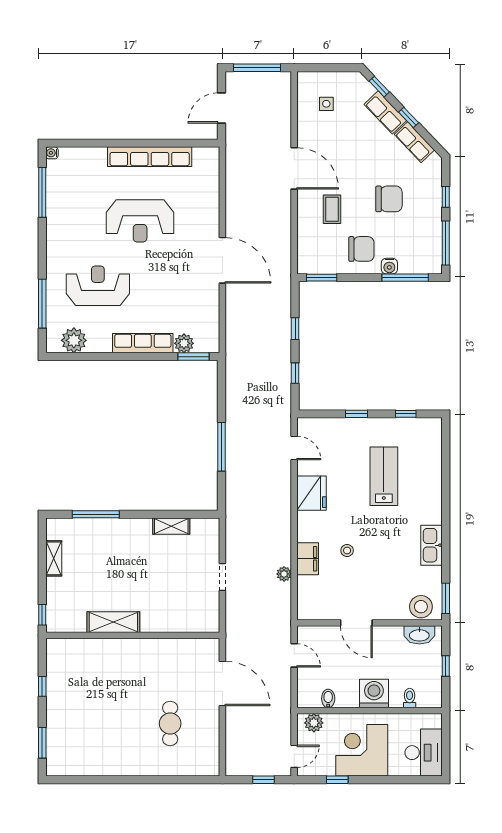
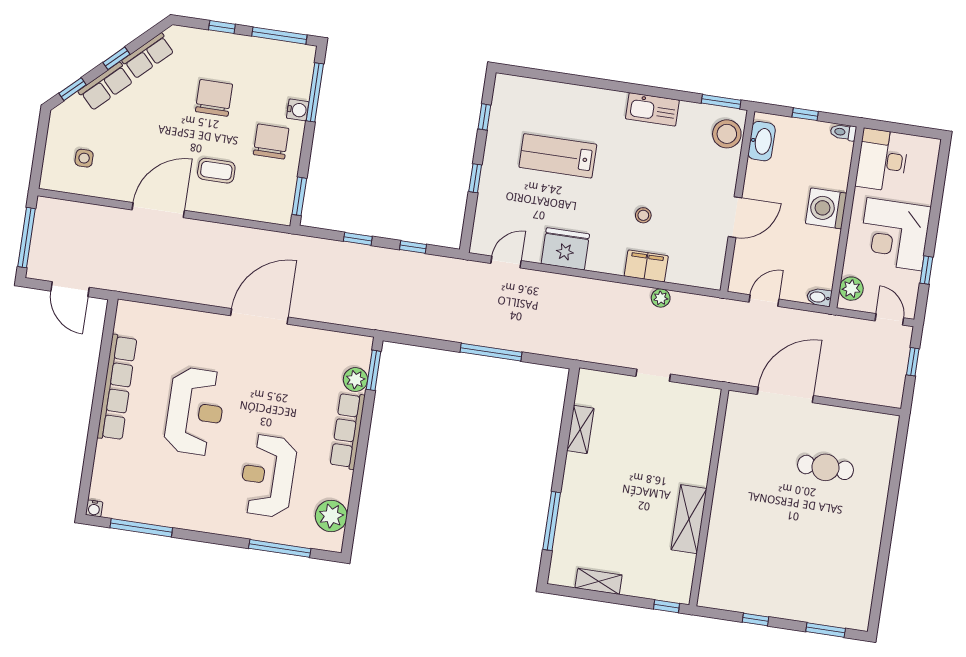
toilet: (410, 698) -> (843, 132), moved
bidet: (328, 699) -> (819, 297), moved
desk: (424, 753) -> (882, 160), moved, turned -90

